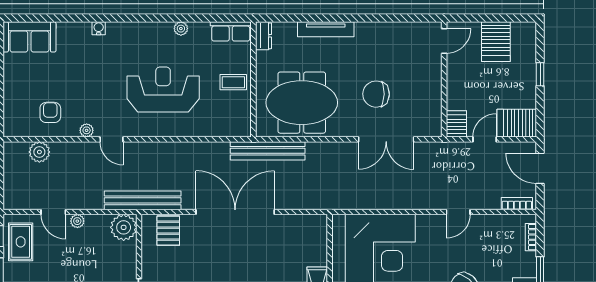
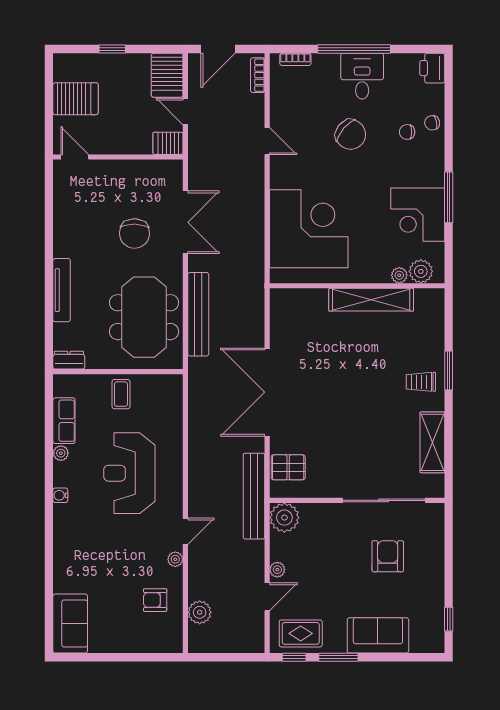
water cooler: (99, 28) -> (60, 495), moved
row of seats: (231, 31) -> (64, 421), moved
bench: (268, 151) -> (198, 314), moved

